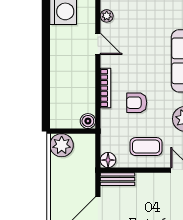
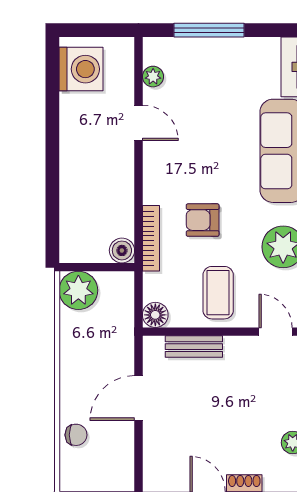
bookcase: (105, 88) -> (151, 238), moved
coffee table: (146, 147) -> (218, 293), turned 90
bench: (118, 179) -> (194, 347), moved

